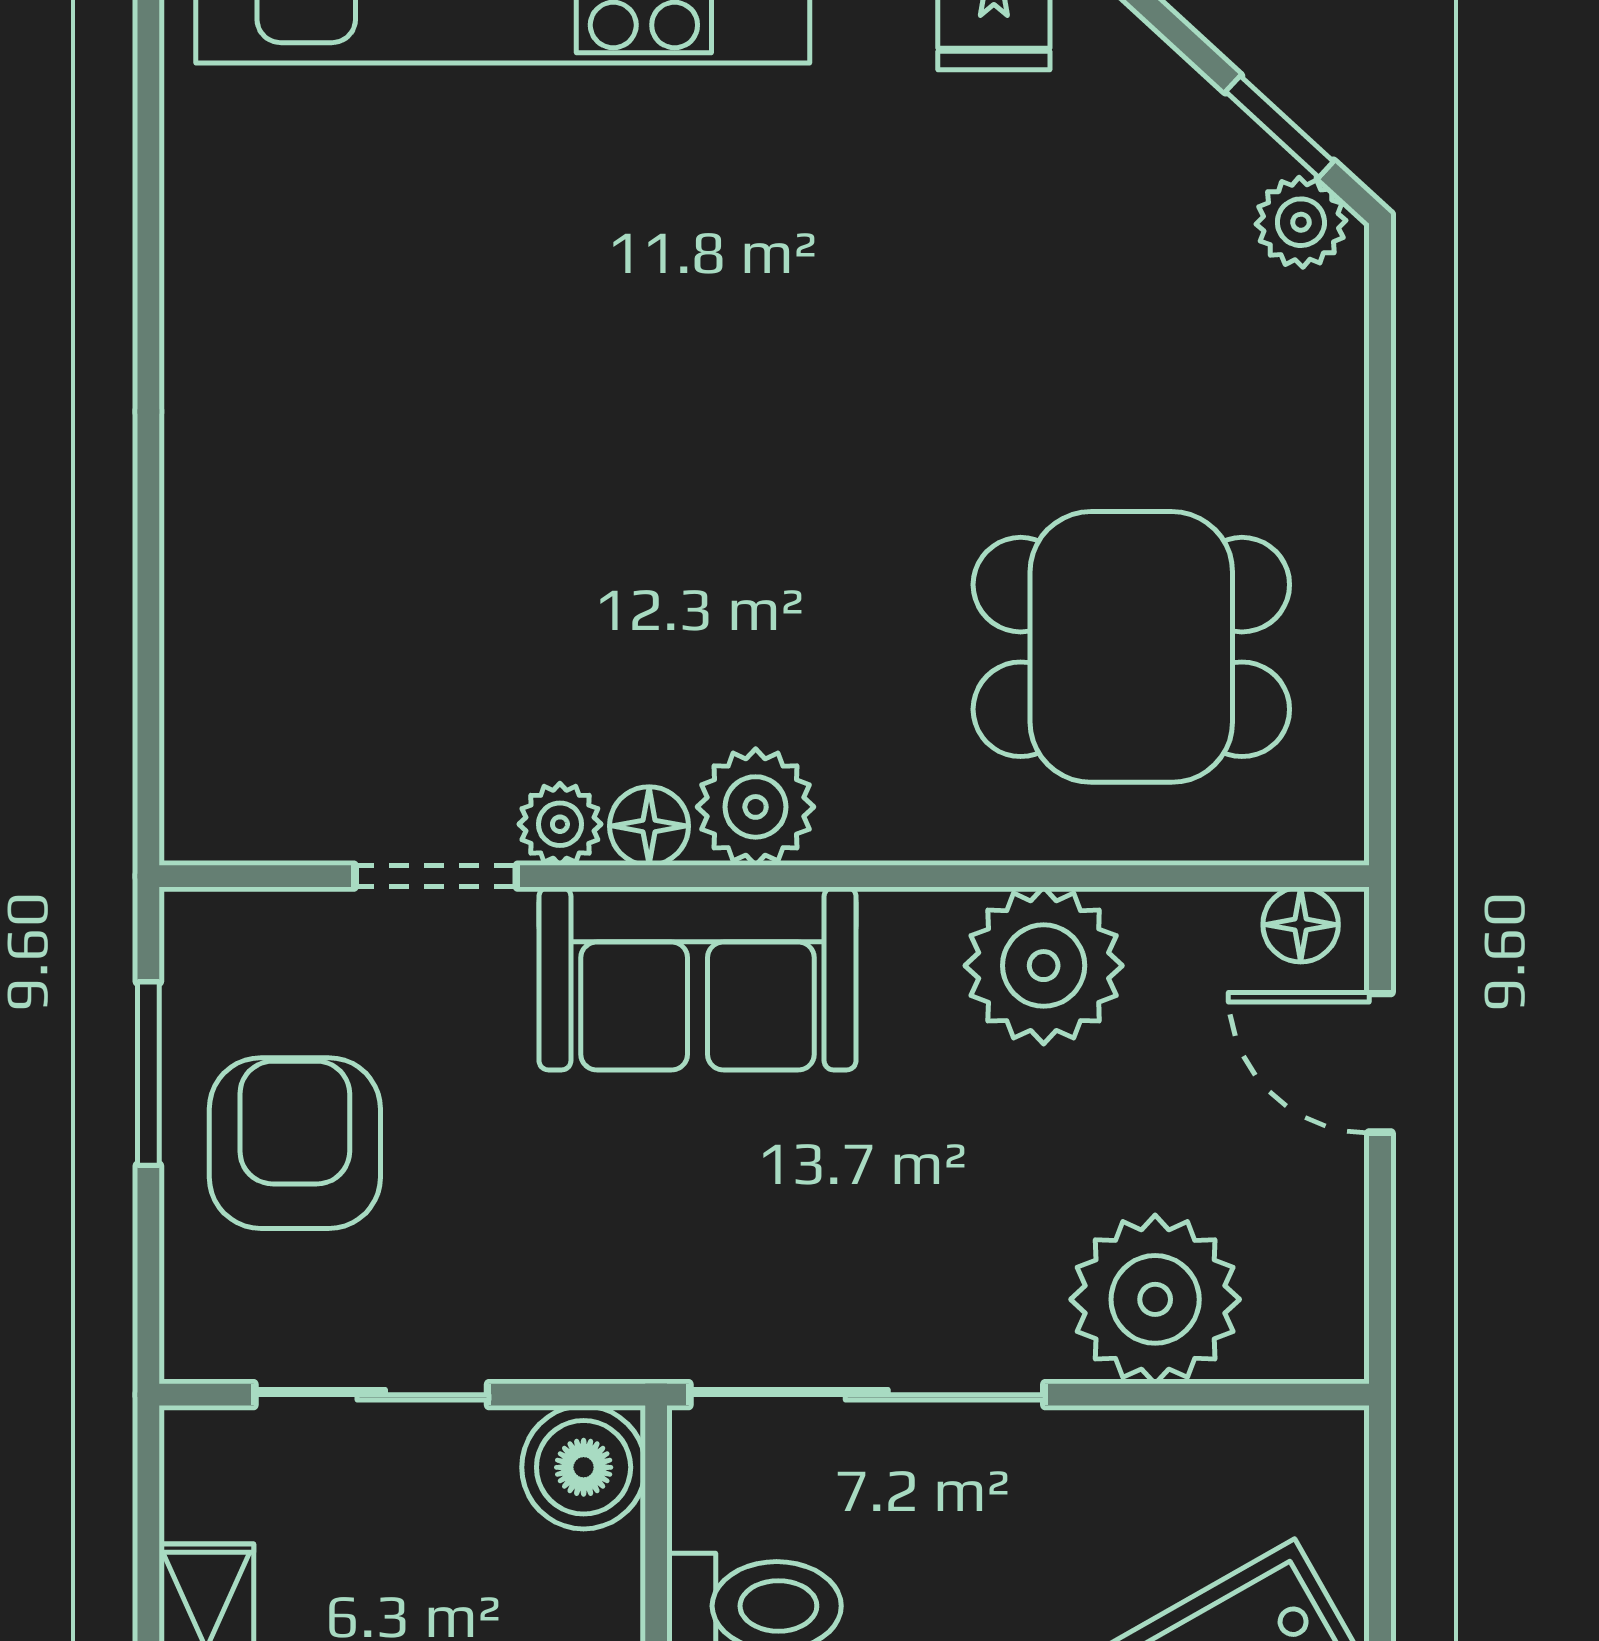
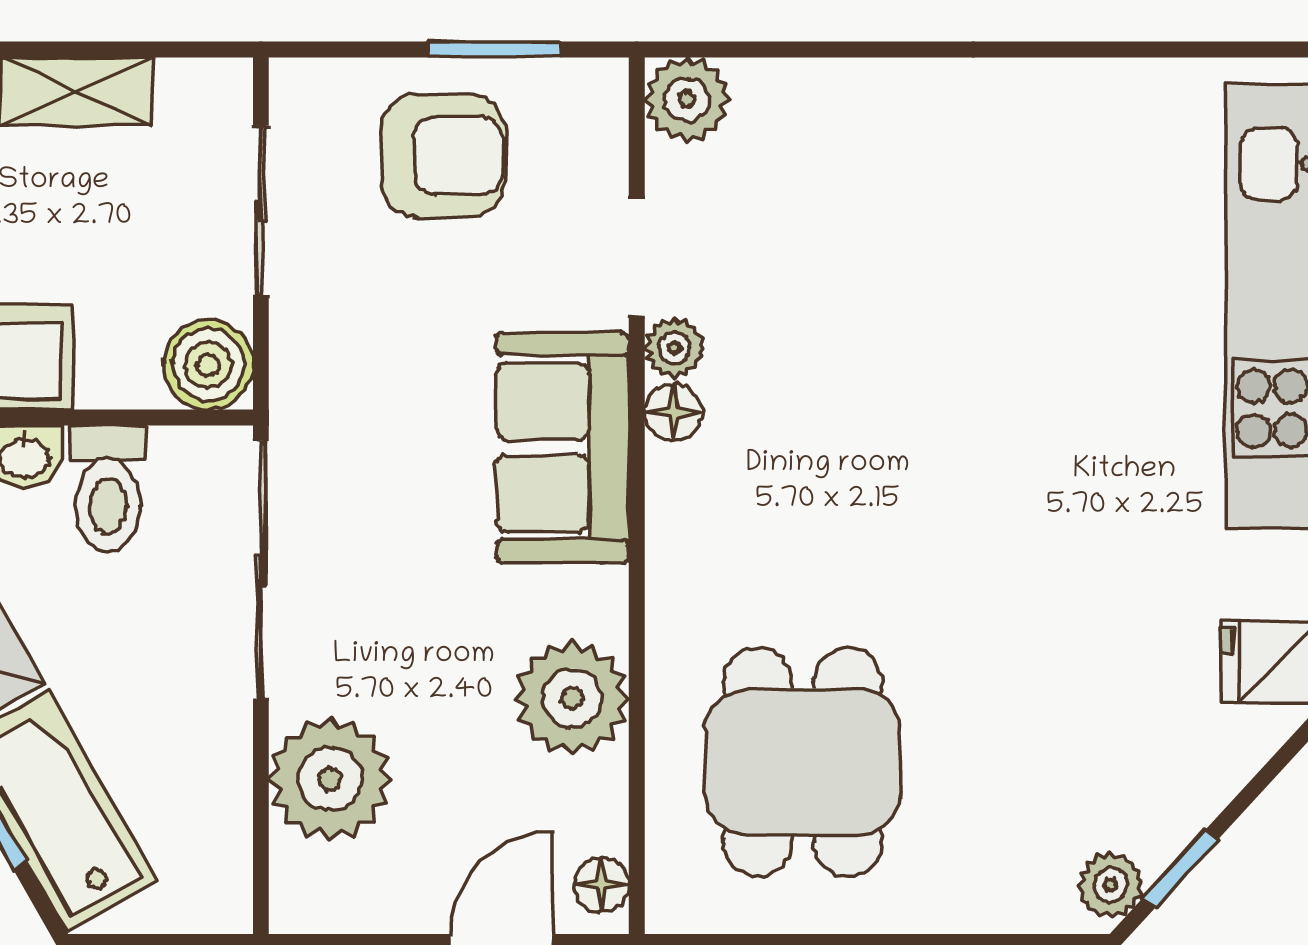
plant: (756, 807) -> (687, 100), moved

